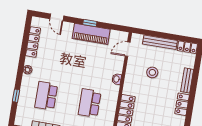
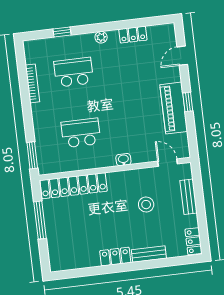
locker: (33, 42) -> (133, 35), width x0.66
bench: (160, 42) -> (189, 197), width x0.73

